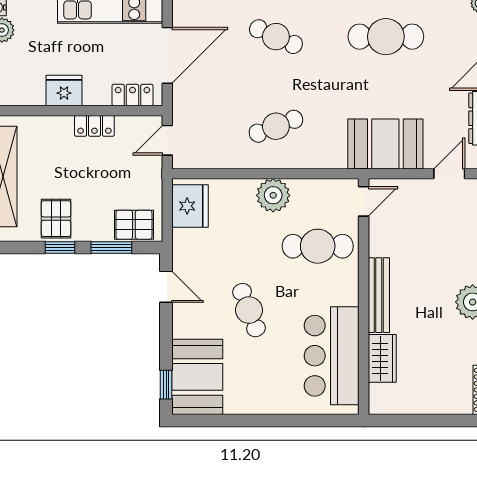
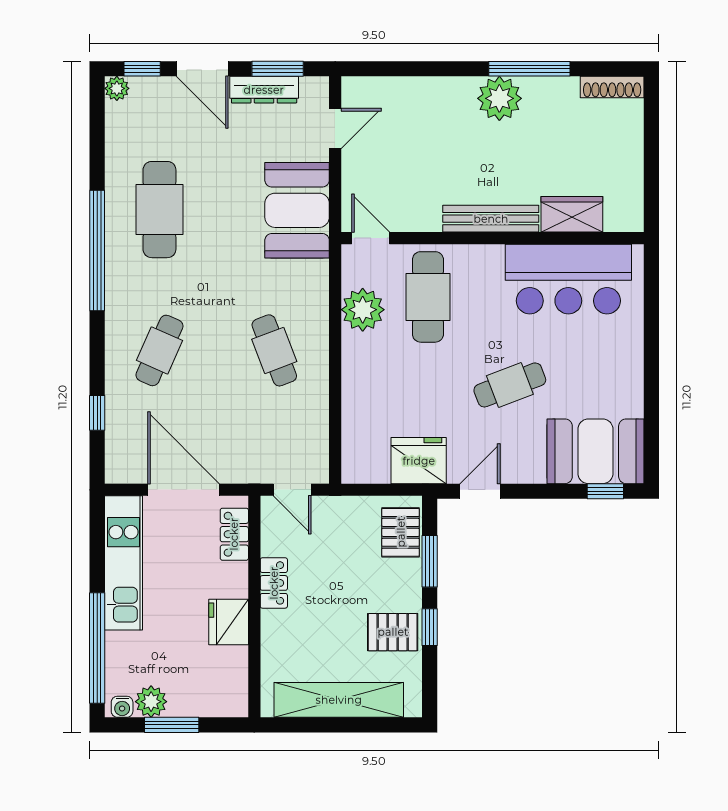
door: (449, 174) -> (335, 128), swing flipped
plant: (273, 195) -> (363, 310), moved
fridge: (190, 206) -> (419, 461), moved

